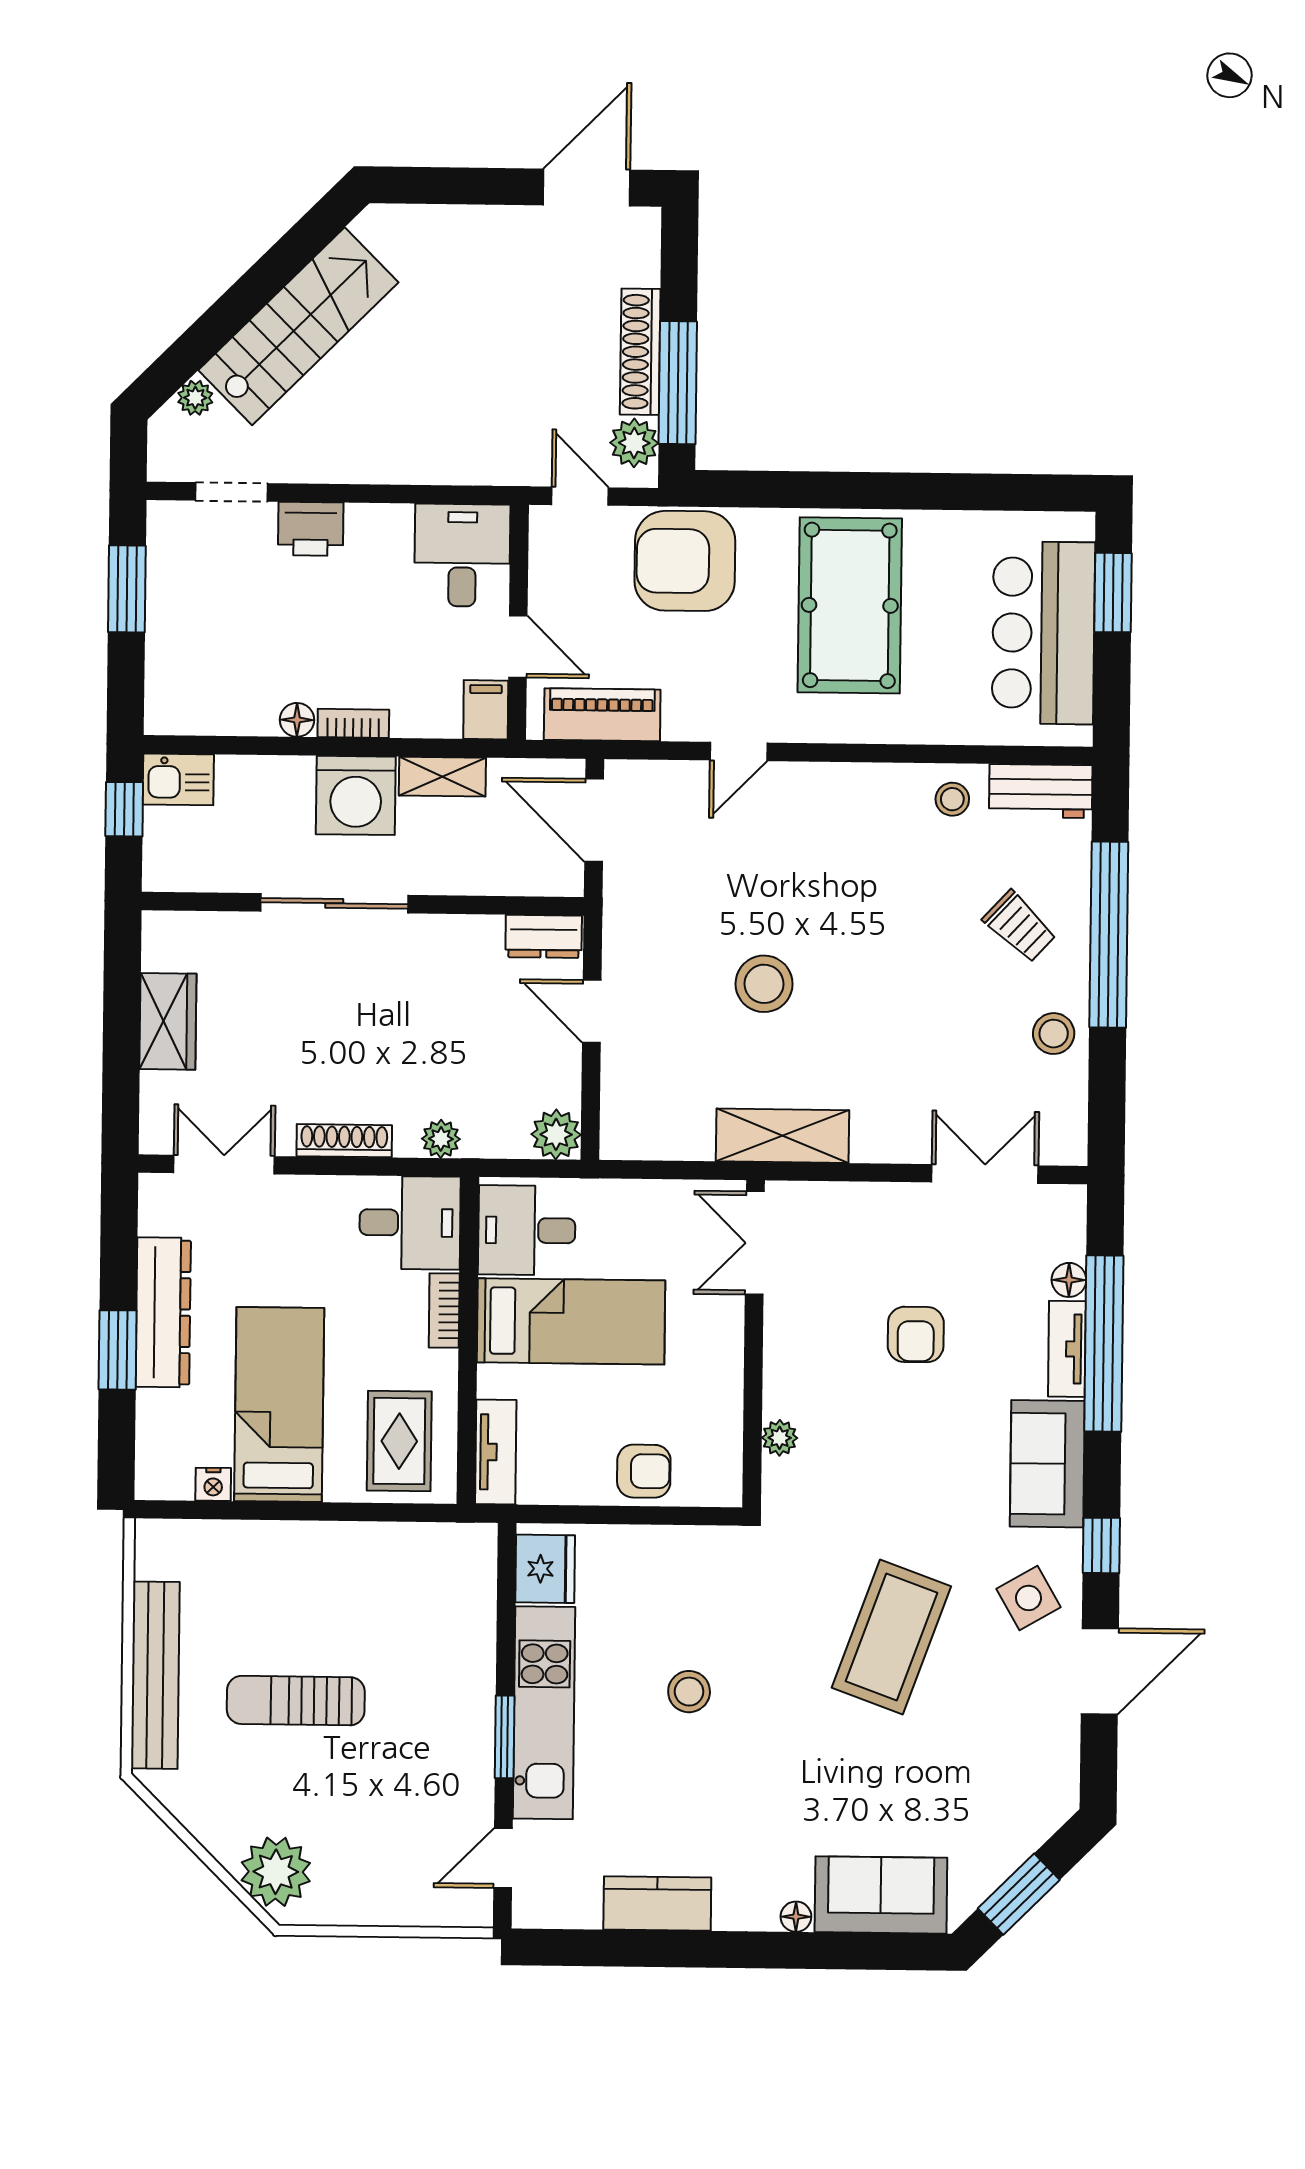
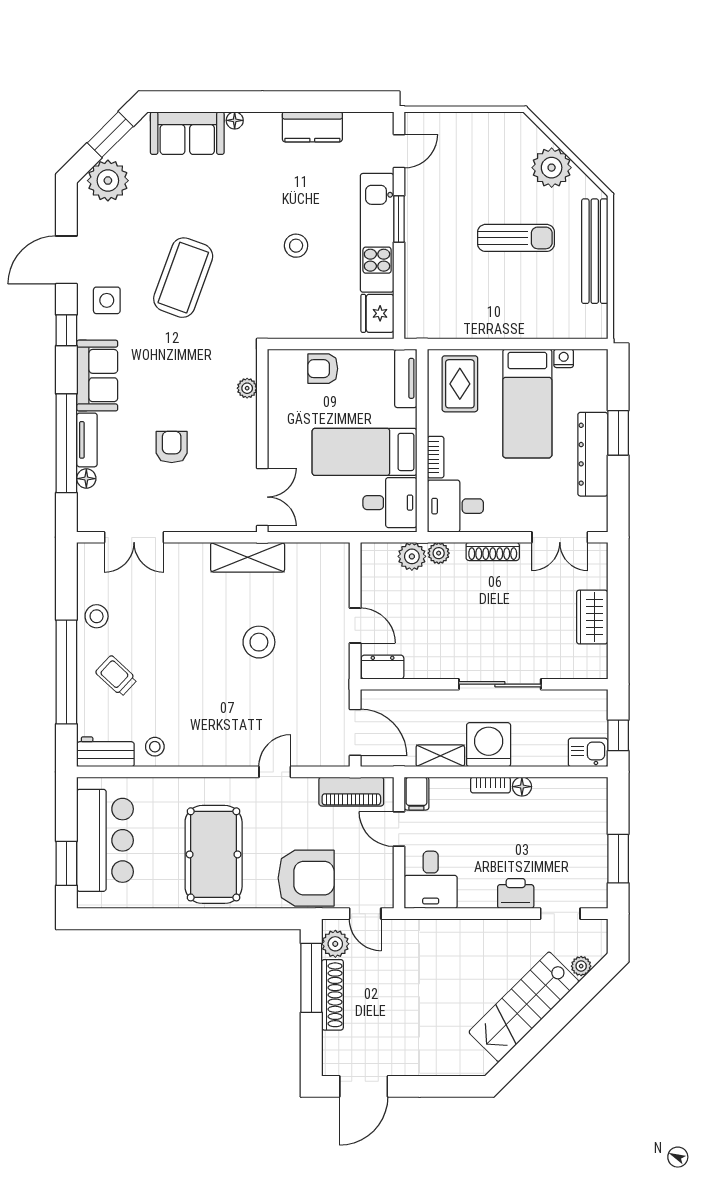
plant: (556, 1134) -> (412, 556), moved
side table: (1028, 1598) -> (107, 300), turned 30
plant: (1024, 1812) -> (108, 181), added
plant: (276, 1872) -> (552, 168), moved

